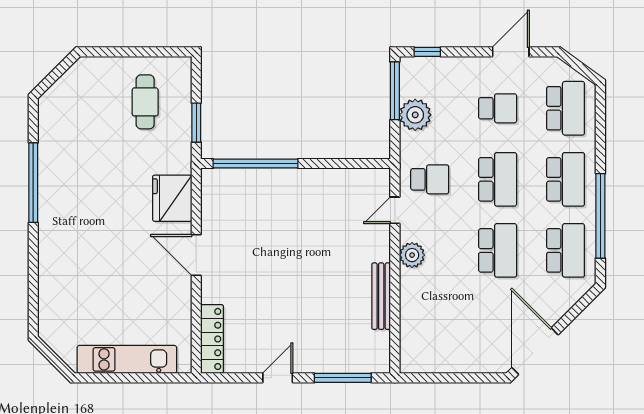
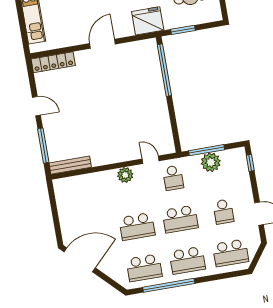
window: (395, 91) -> (207, 150), moved
fridge: (172, 198) -> (148, 21), moved
bench: (381, 296) -> (70, 165), moved

